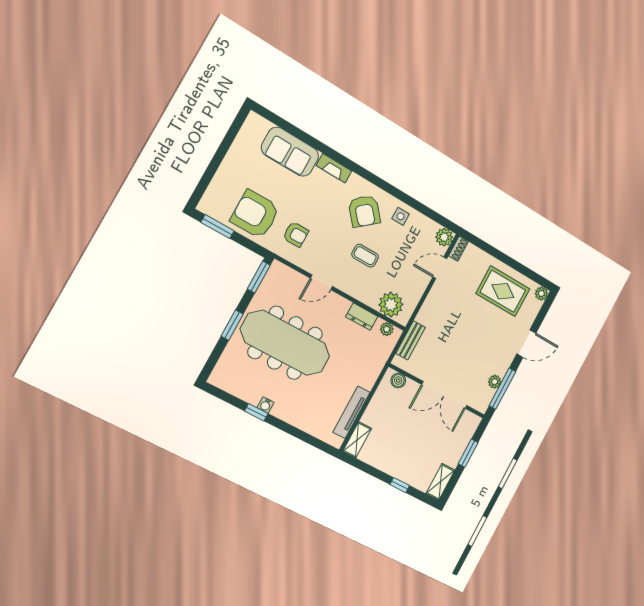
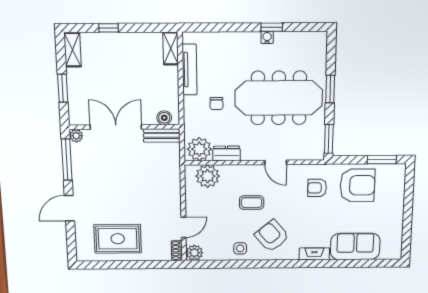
door: (321, 282) -> (276, 162), swing flipped
plant: (541, 294) -> (83, 255), removed
plant: (387, 329) -> (199, 149), width x1.88, depth x1.88
bench: (411, 340) -> (162, 135), moved, turned 90
chair: (345, 368) -> (216, 104), added
plant: (495, 382) -> (76, 136), moved

